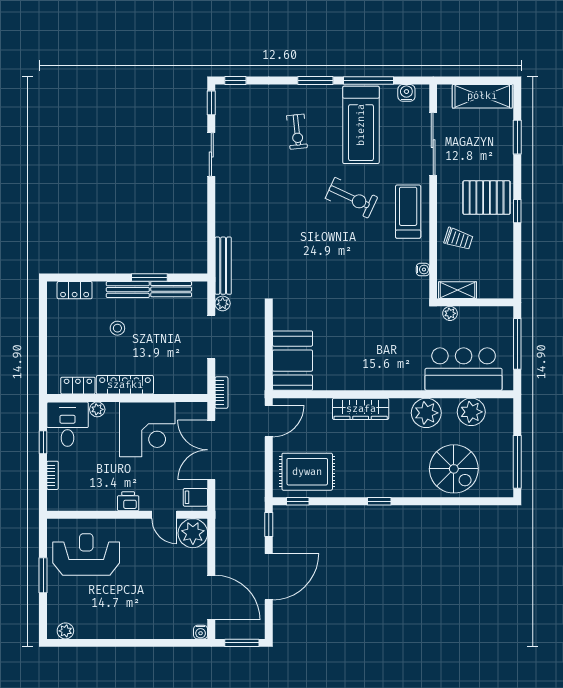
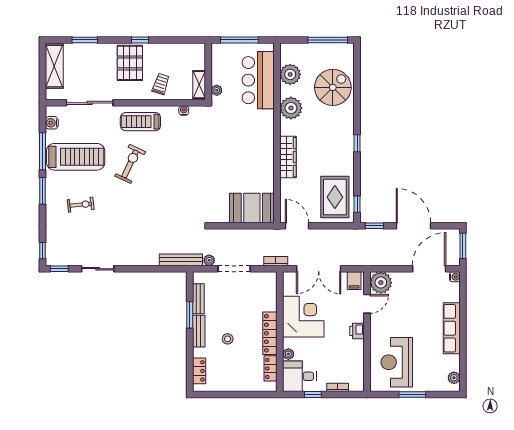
row of seats: (132, 628) -> (452, 328), added

